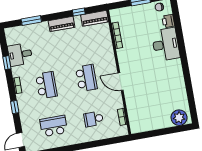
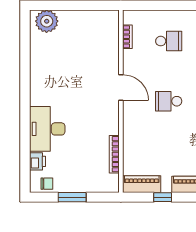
school desk: (86, 78) -> (169, 101), width x0.54

